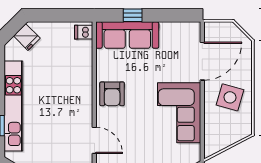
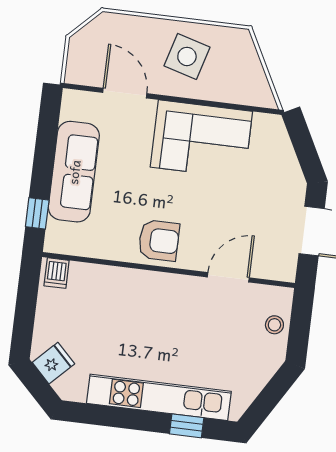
window: (133, 15) -> (37, 213), moved
sofa: (127, 35) -> (74, 172), moved
door: (202, 61) -> (125, 93), width x0.73

